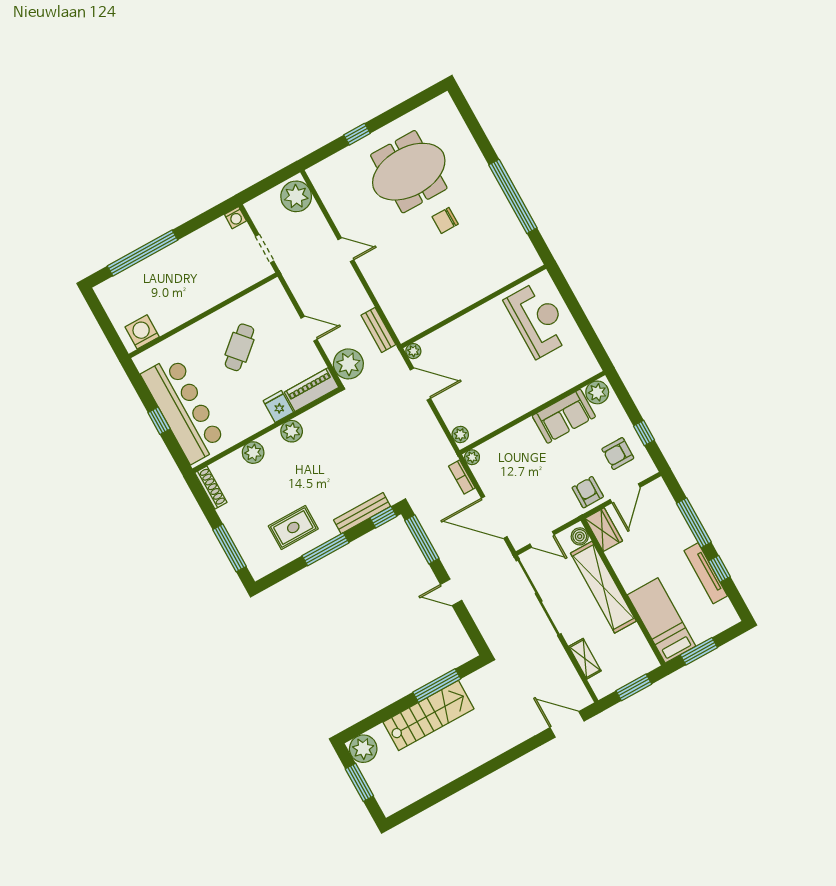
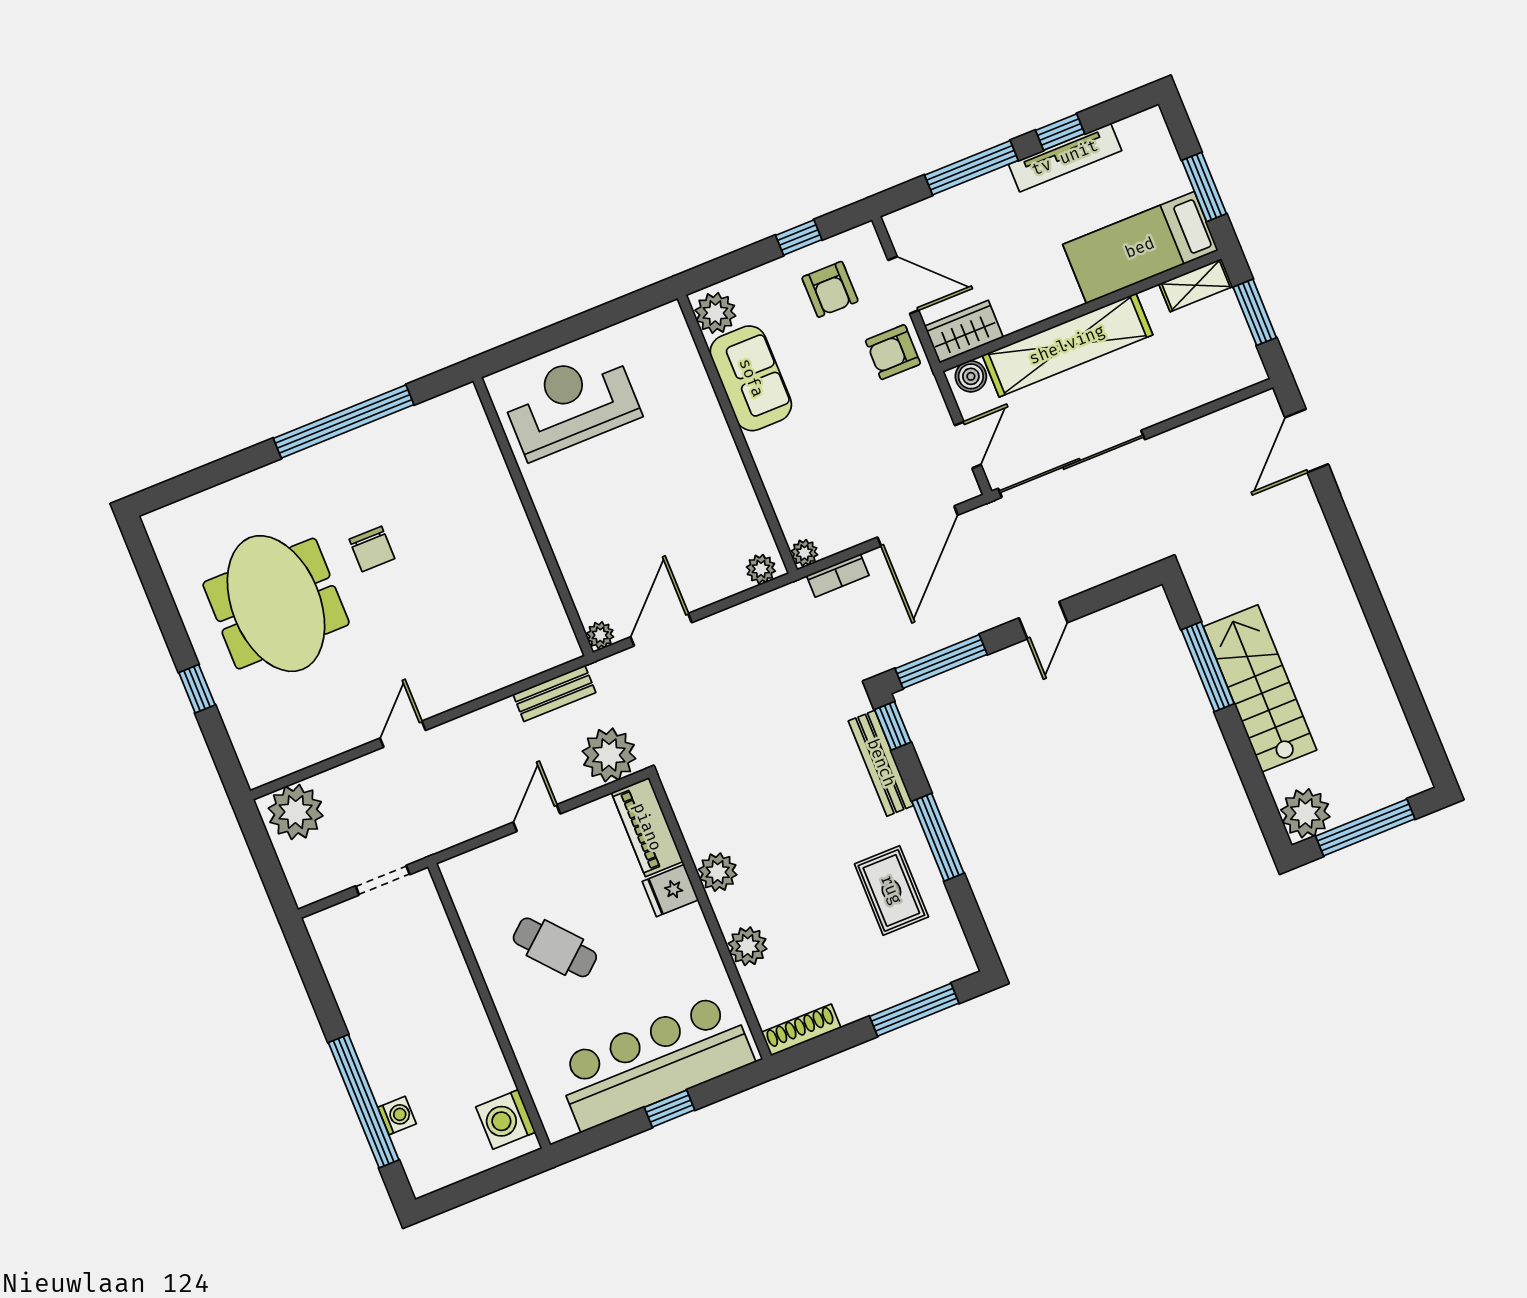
washing machine: (235, 218) -> (397, 1116), moved
shelving: (585, 659) -> (1196, 285), moved
window: (359, 782) -> (1365, 828), width x1.44

